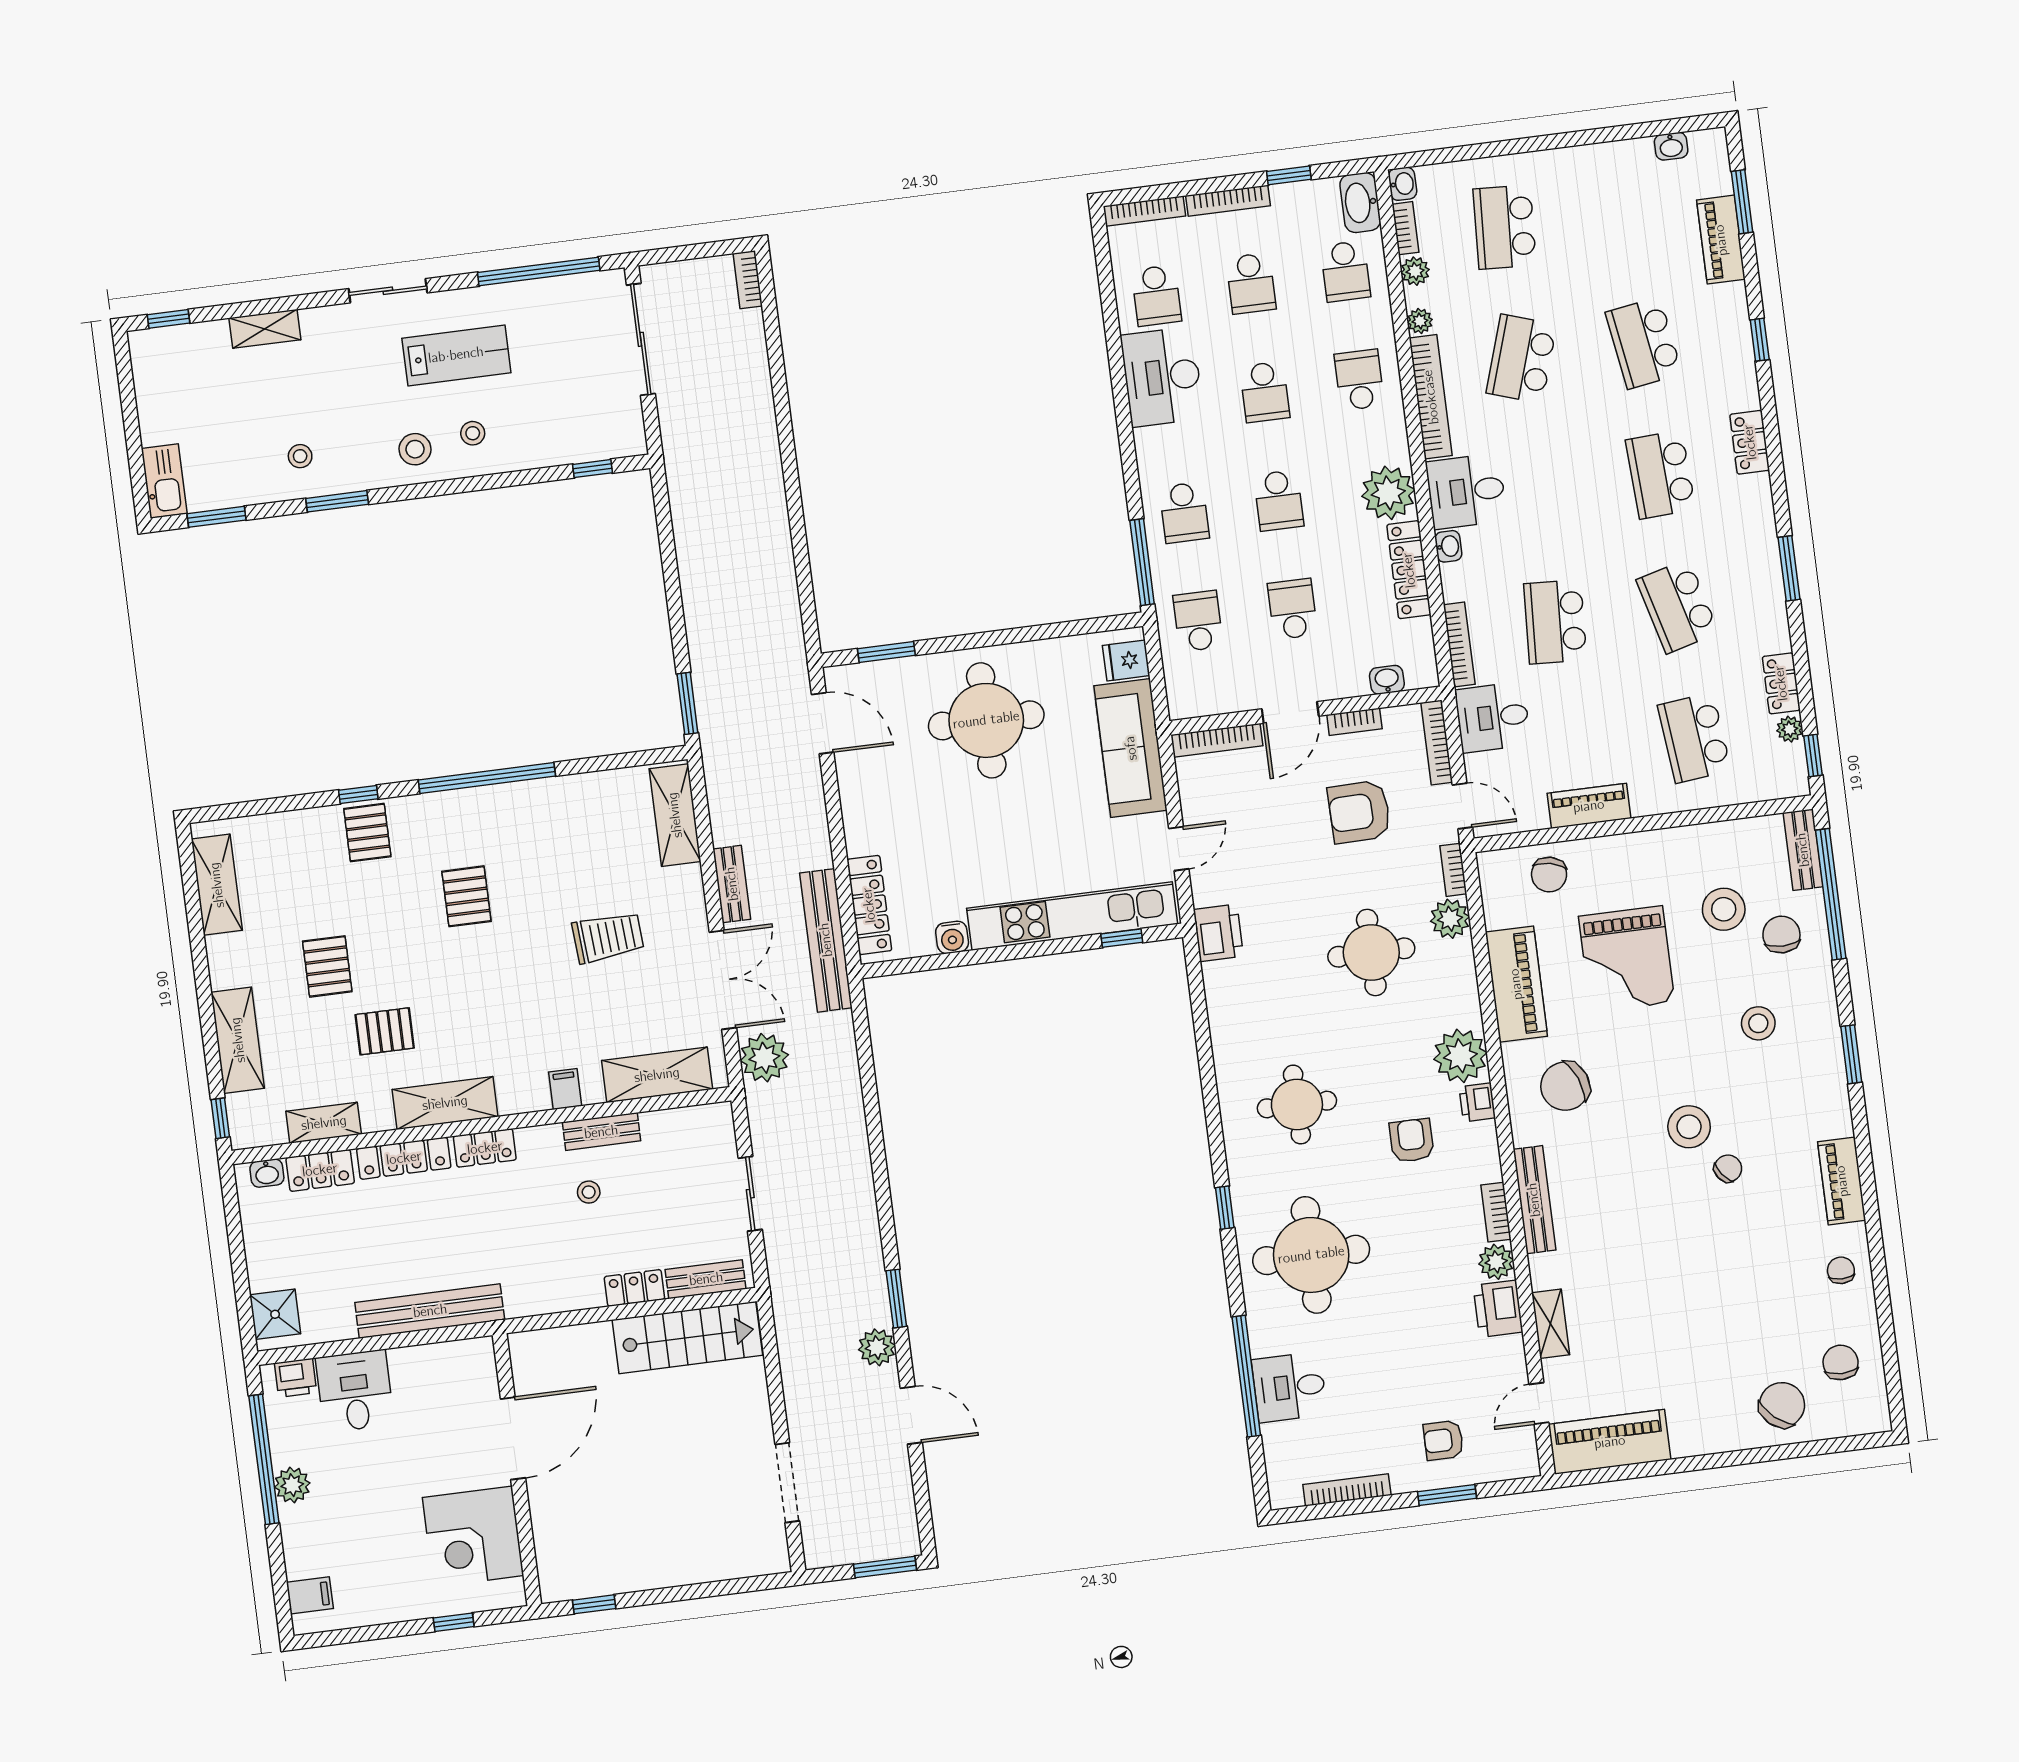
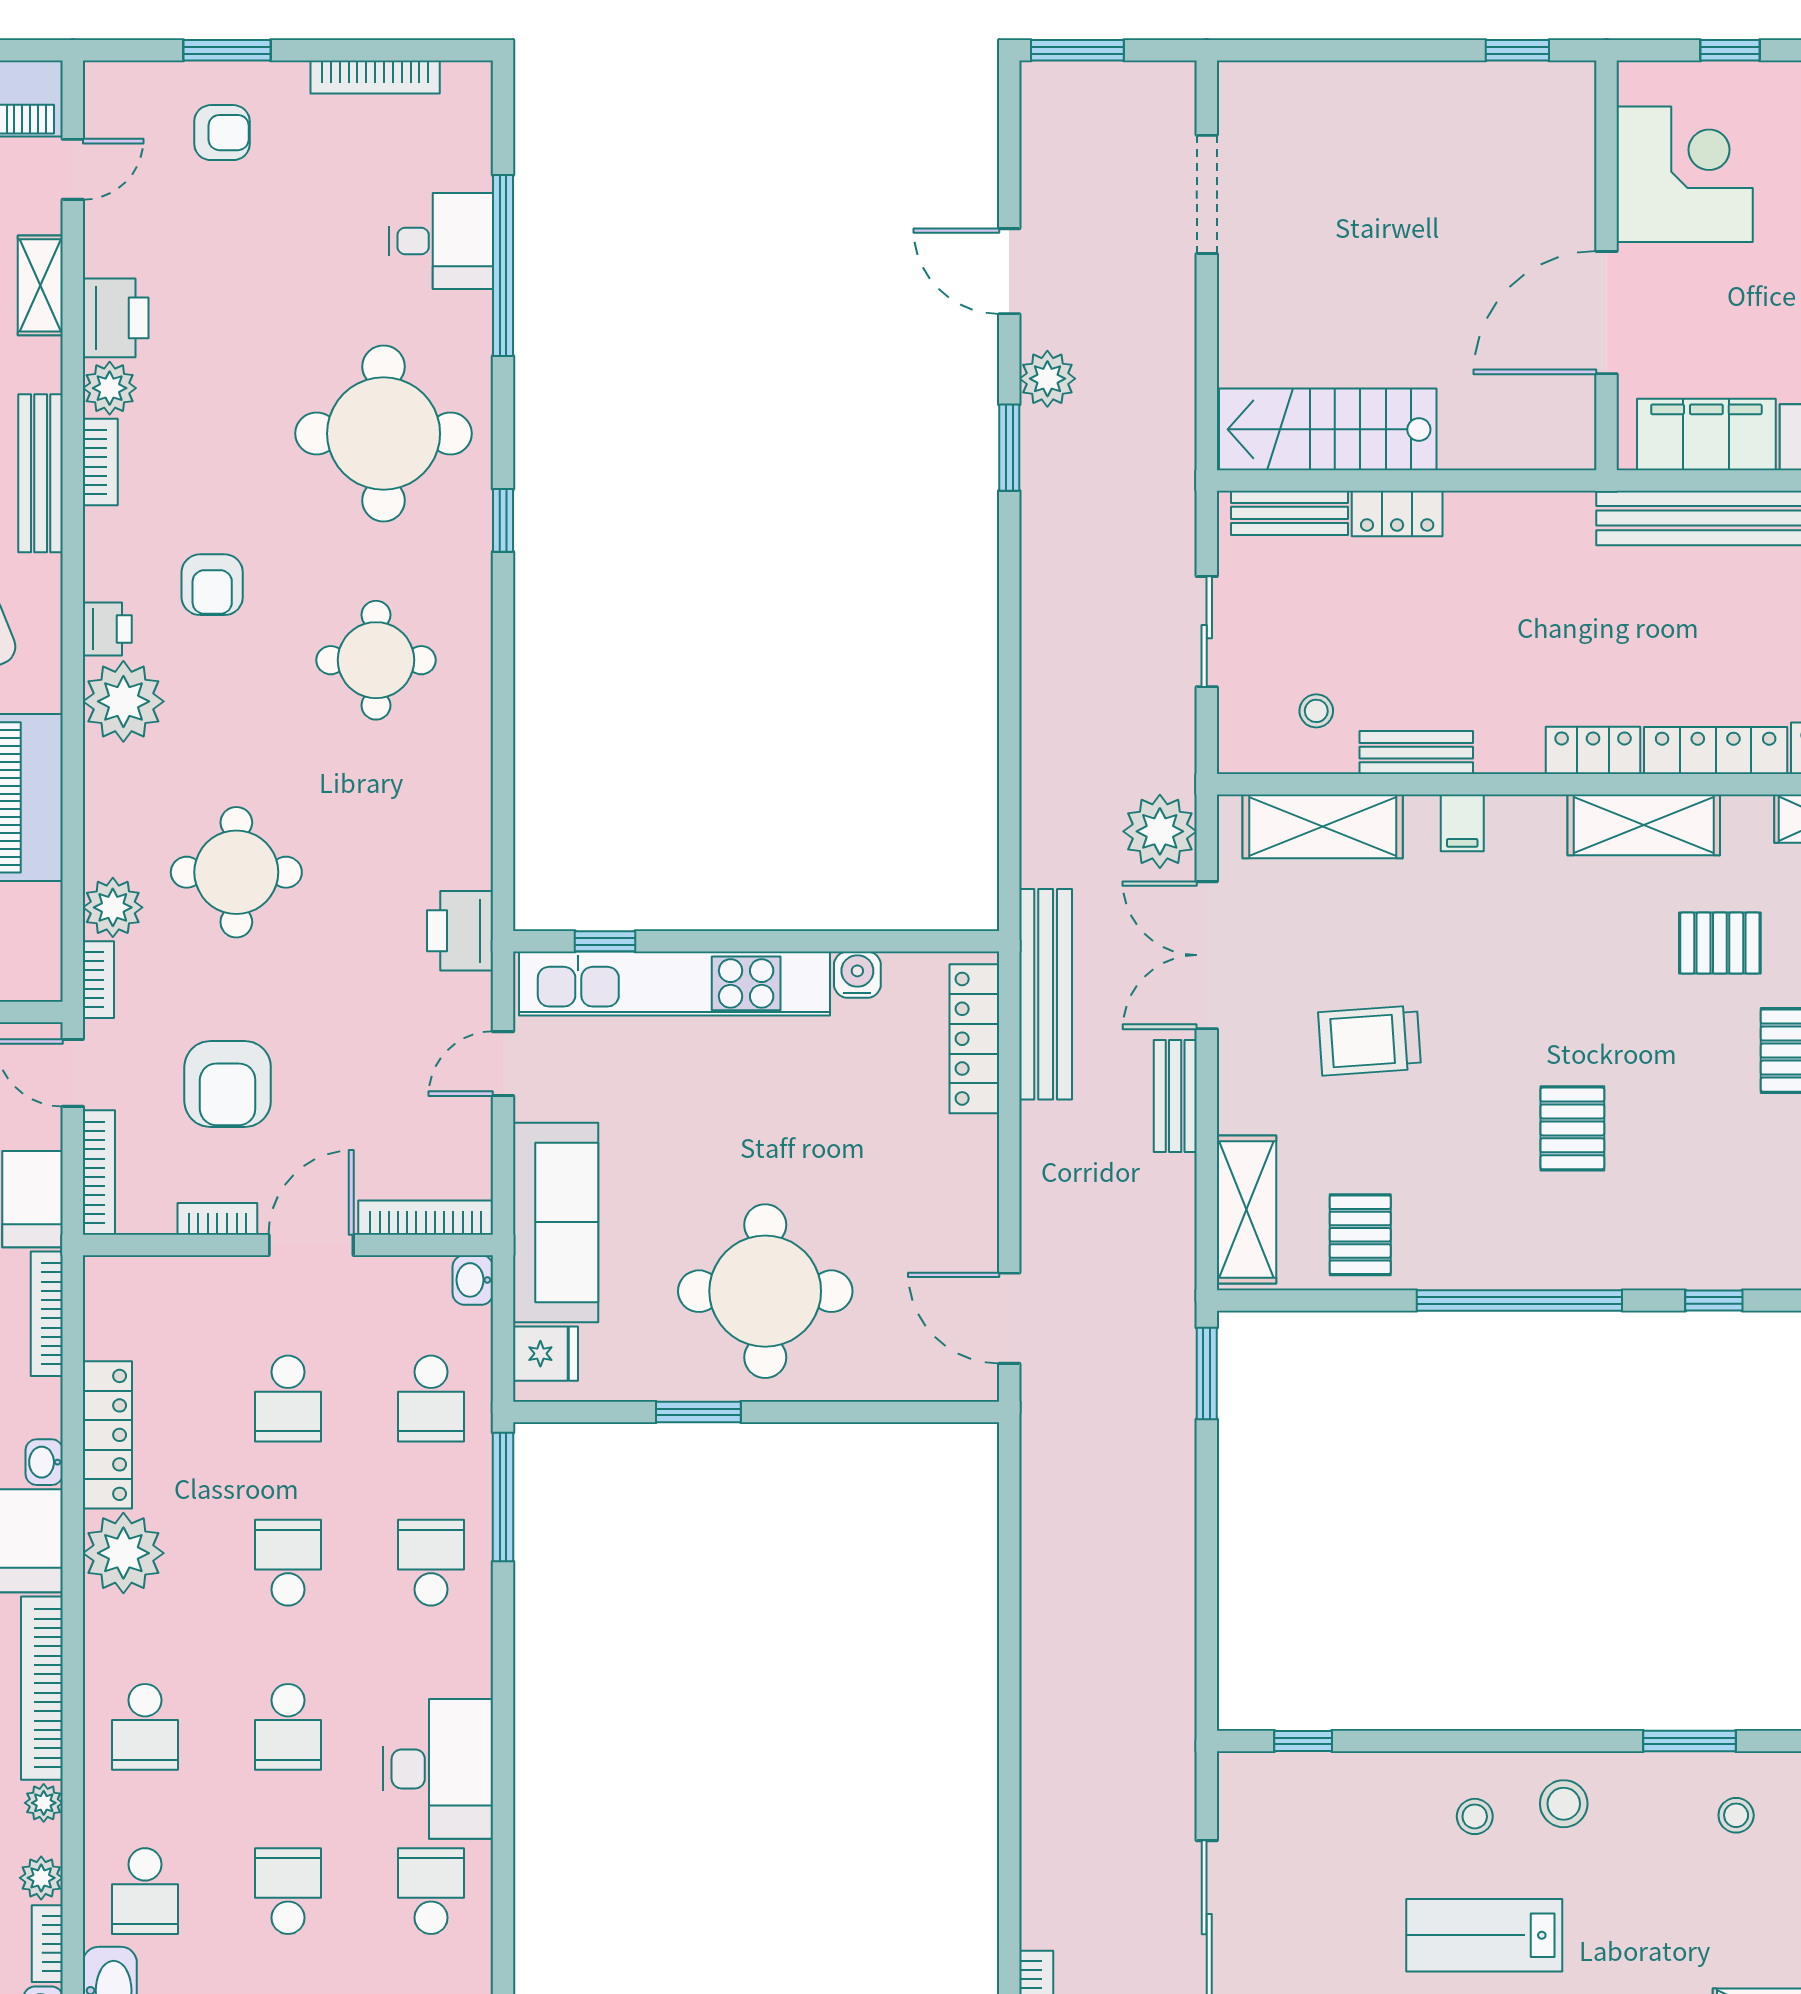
school desk: (1345, 271) -> (145, 1891), turned 180
school desk: (1265, 392) -> (288, 1727), turned 180
window: (886, 652) -> (698, 1412), moved
washbasin: (1387, 680) -> (473, 1280), moved, turned 90
armchair: (1359, 812) -> (228, 1084), turned 91
pallet: (367, 833) -> (1360, 1235), moved
stool: (589, 1192) -> (1316, 711), moved
filing cabinet: (437, 1366) -> (1706, 435), added

